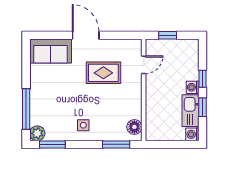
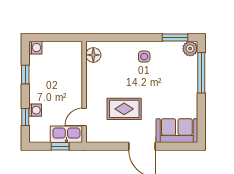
window: (203, 79) -> (25, 117), moved
washing machine: (193, 87) -> (35, 110), moved
kitchen sink: (190, 111) -> (66, 134), moved, turned -90
window: (116, 144) -> (111, 37), removed

